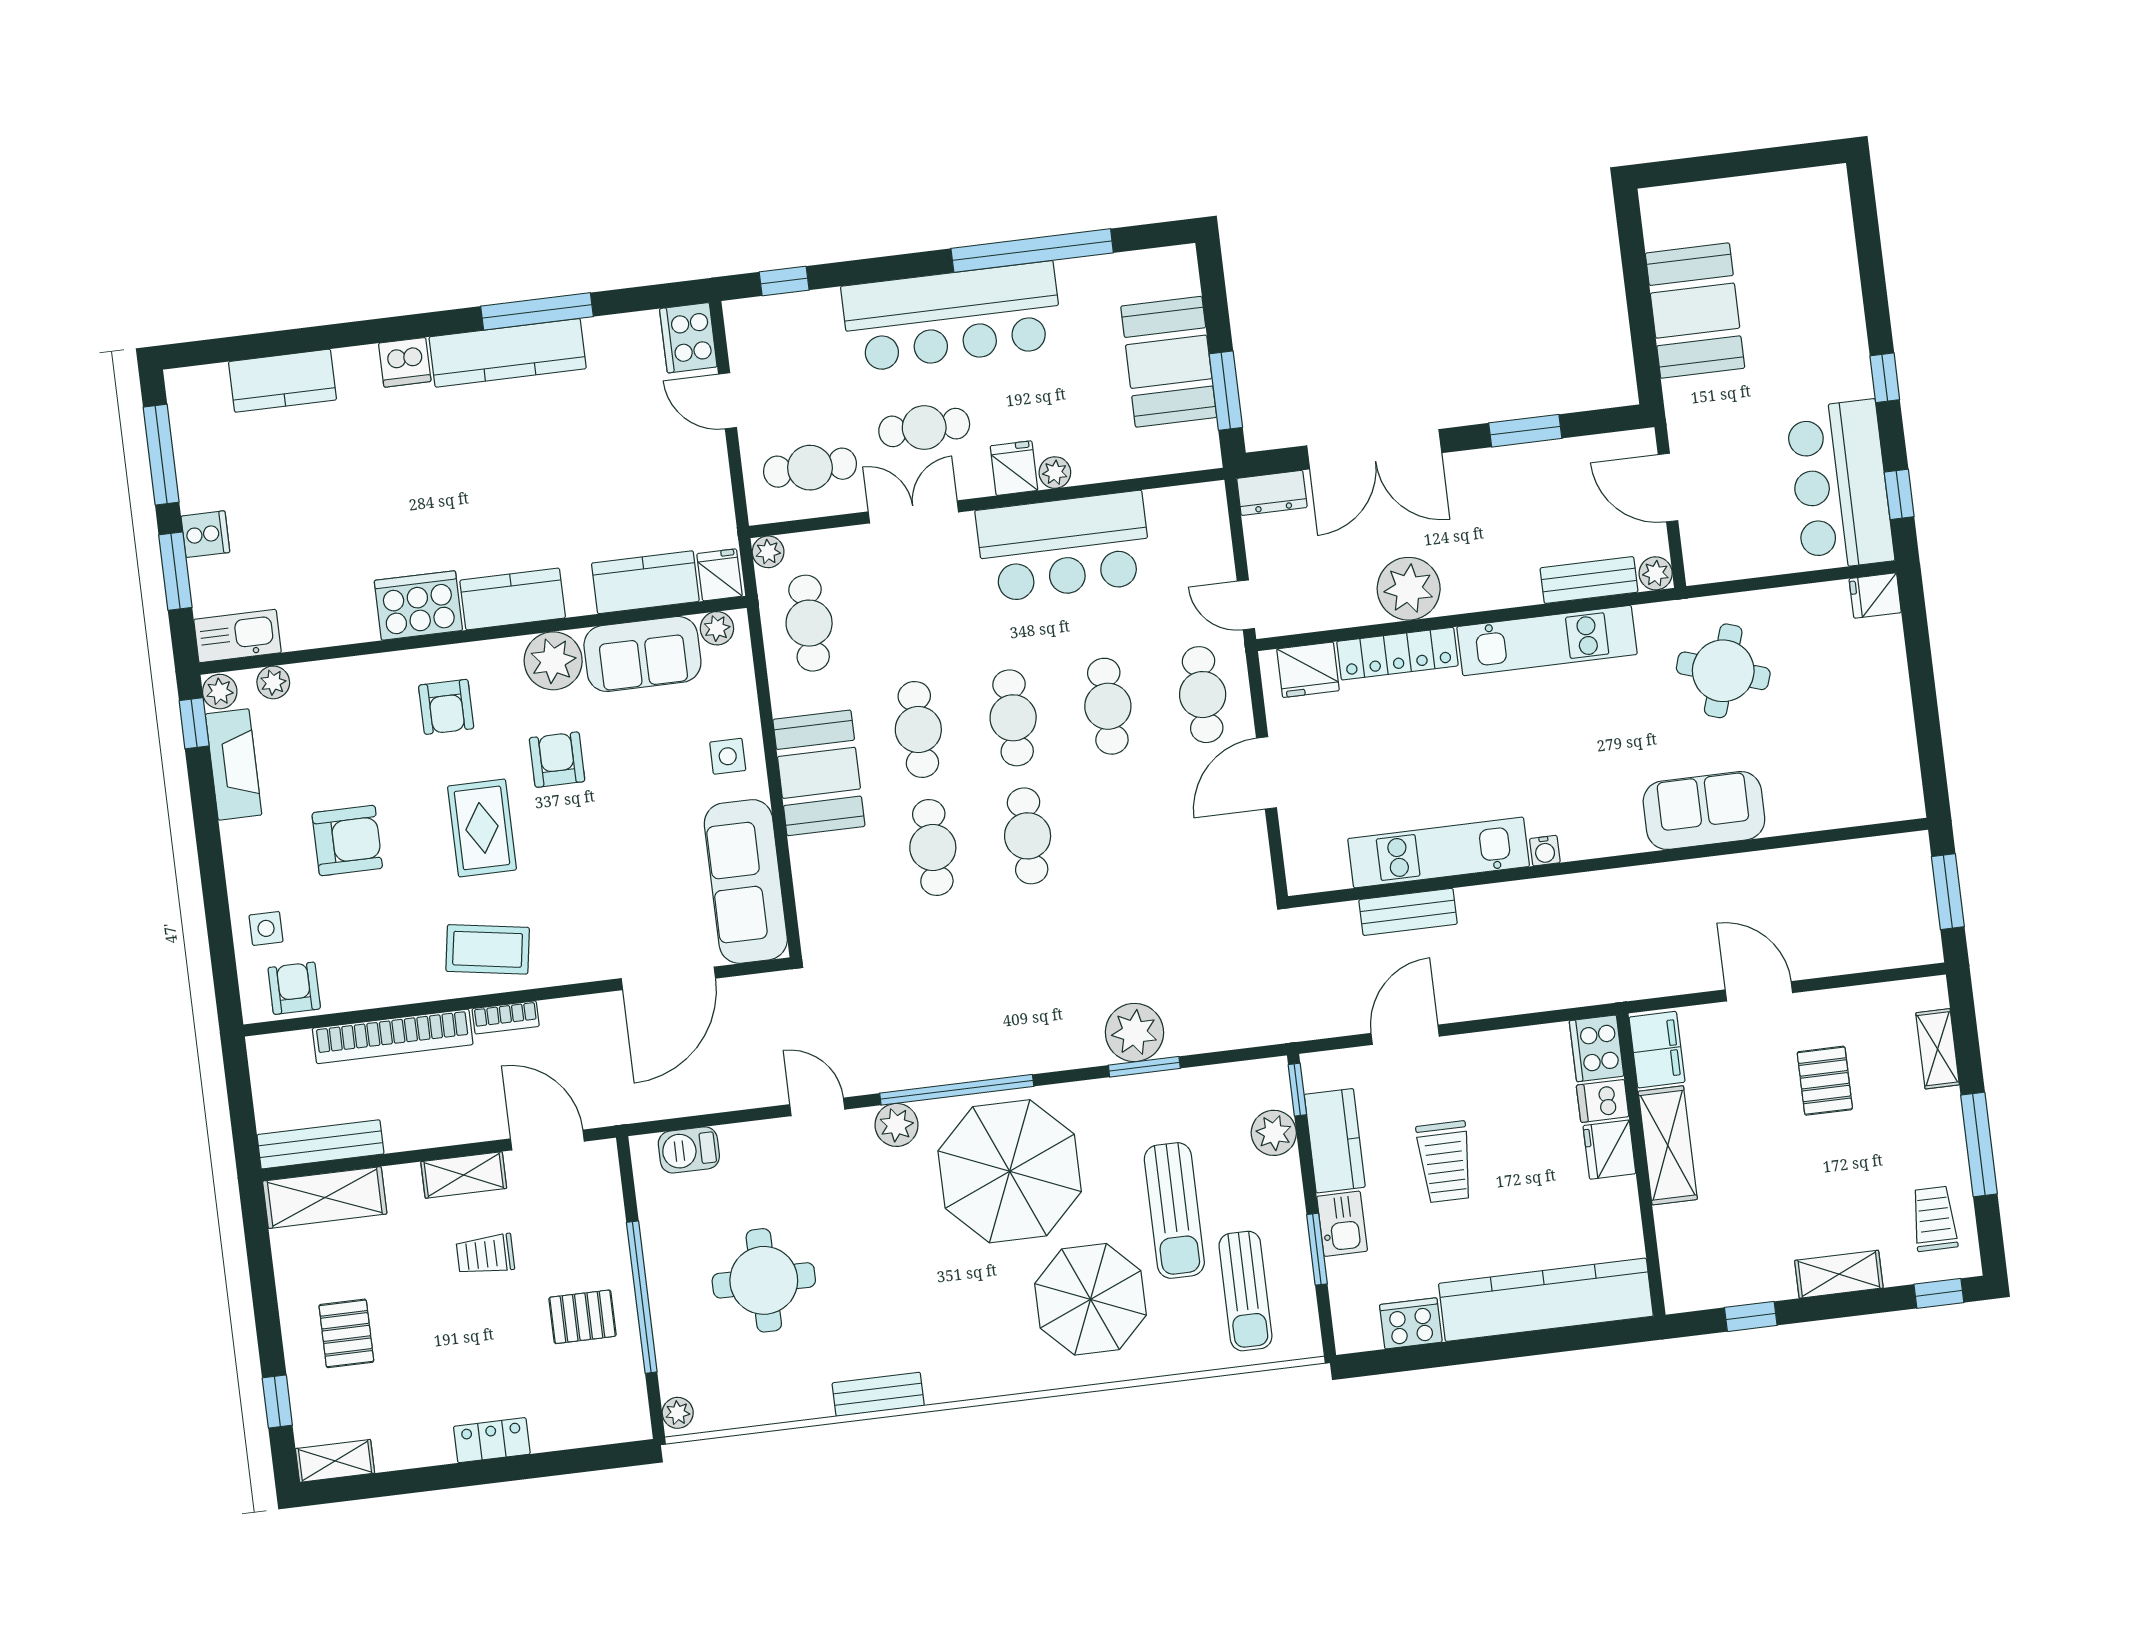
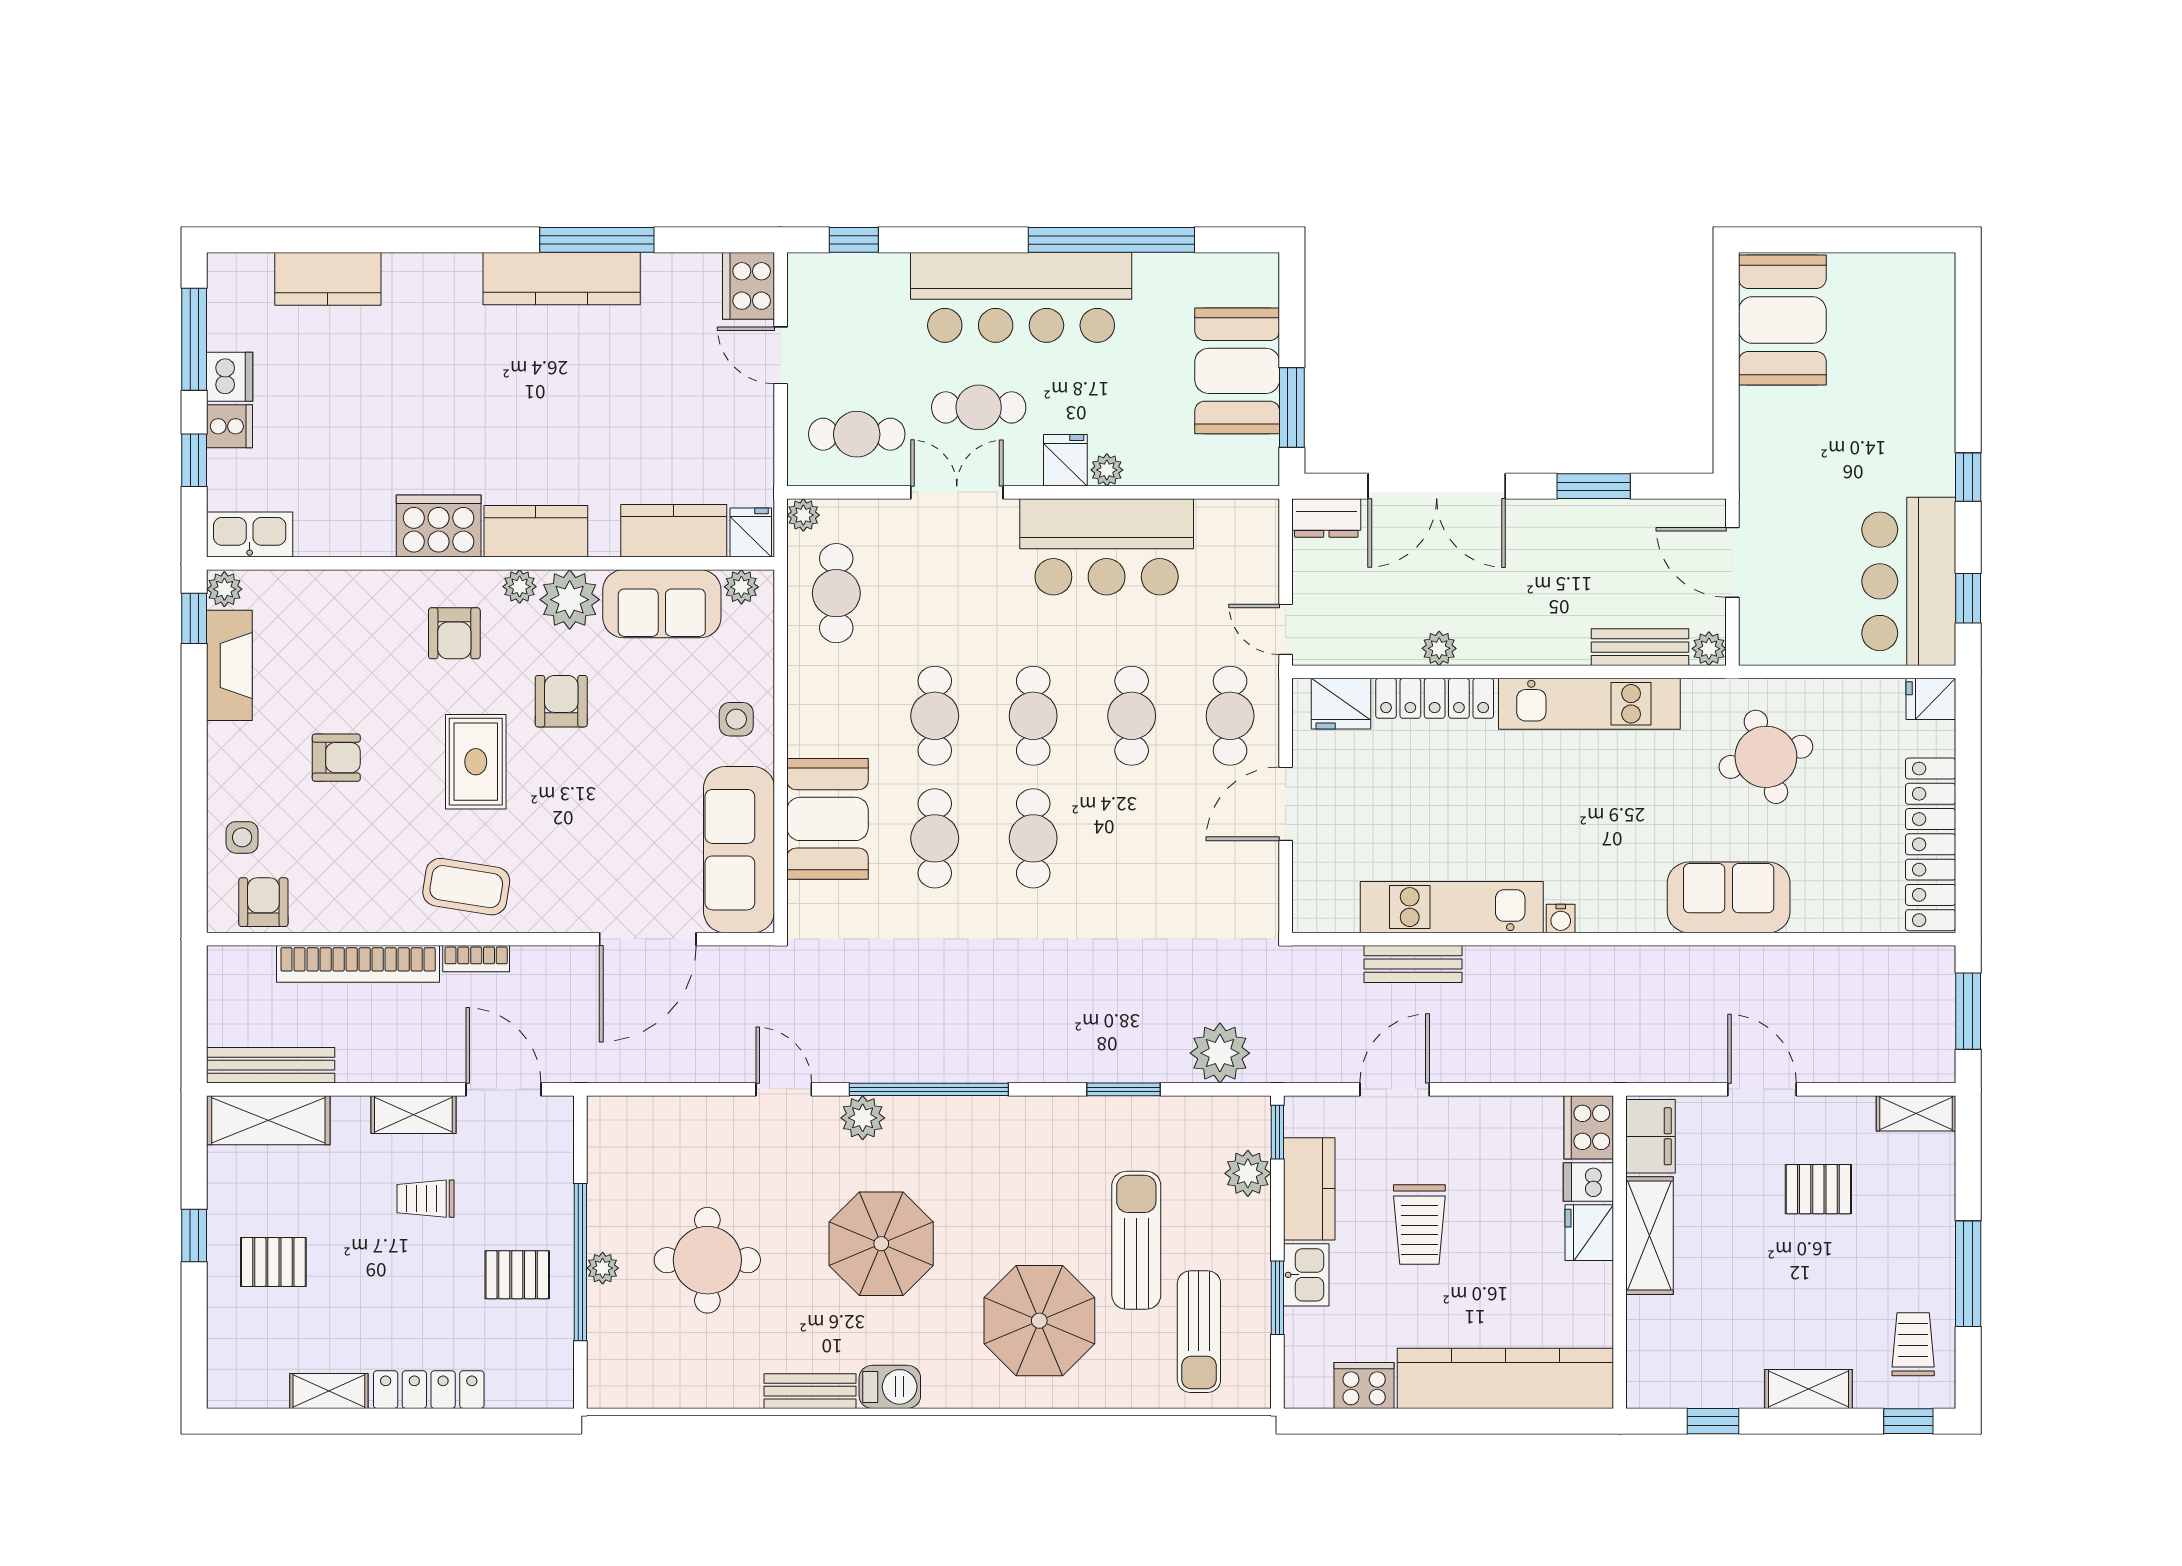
booth: (1695, 311) -> (1782, 320), moved
dishwasher: (405, 362) -> (230, 377), moved, turned -90
window: (175, 571) -> (194, 460), width x0.67
plant: (1409, 589) -> (1439, 648), width x0.53, depth x0.53
round table: (1723, 671) -> (1766, 757), turned -34
plant: (273, 682) -> (520, 587), moved
locker: (1892, 736) -> (1931, 844), added
booth: (819, 773) -> (828, 819), moved
armchair: (347, 841) -> (336, 758), width x0.72, depth x0.72
plant: (1134, 1032) -> (1220, 1053), moved
shelving: (1938, 1049) -> (1916, 1113), moved, turned 90
pallet: (1825, 1081) -> (1818, 1189), turned 90
barbecue: (689, 1150) -> (890, 1387), moved, turned 180
parasol: (1010, 1171) -> (881, 1244), moved, width x0.73, depth x0.73
sun lounger: (1174, 1210) -> (1136, 1240), turned 180
pallet: (346, 1333) -> (273, 1262), turned 90
window: (277, 1402) -> (194, 1236), moved
plant: (678, 1413) -> (603, 1268), moved
locker: (492, 1440) -> (429, 1390), width x1.53
shelving: (335, 1461) -> (329, 1391), moved

